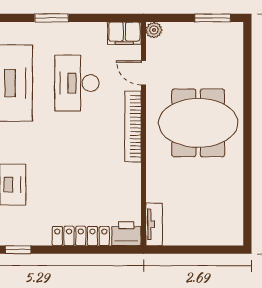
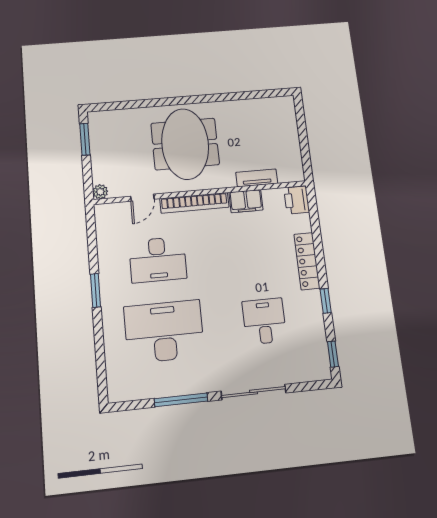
filing cabinet: (124, 33) -> (246, 201), moved, turned 90
tv unit: (154, 224) -> (257, 178), moved
locker: (81, 236) -> (307, 261), moved

